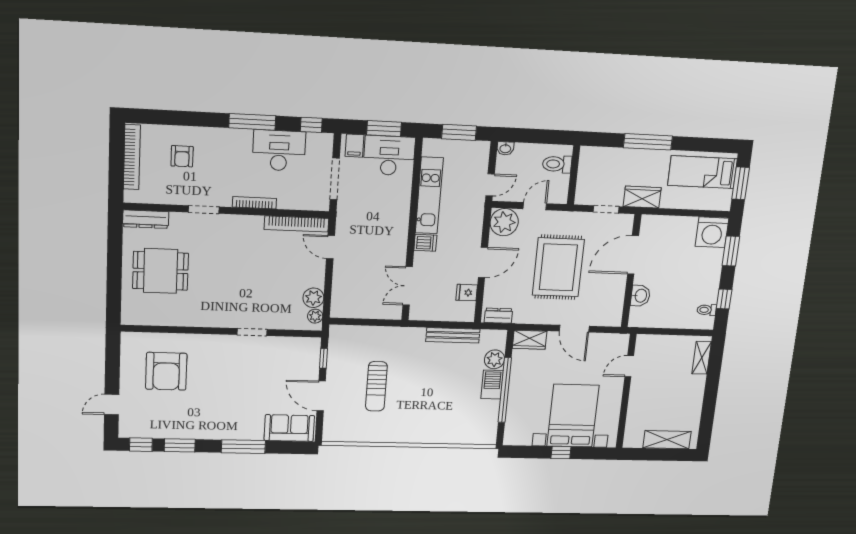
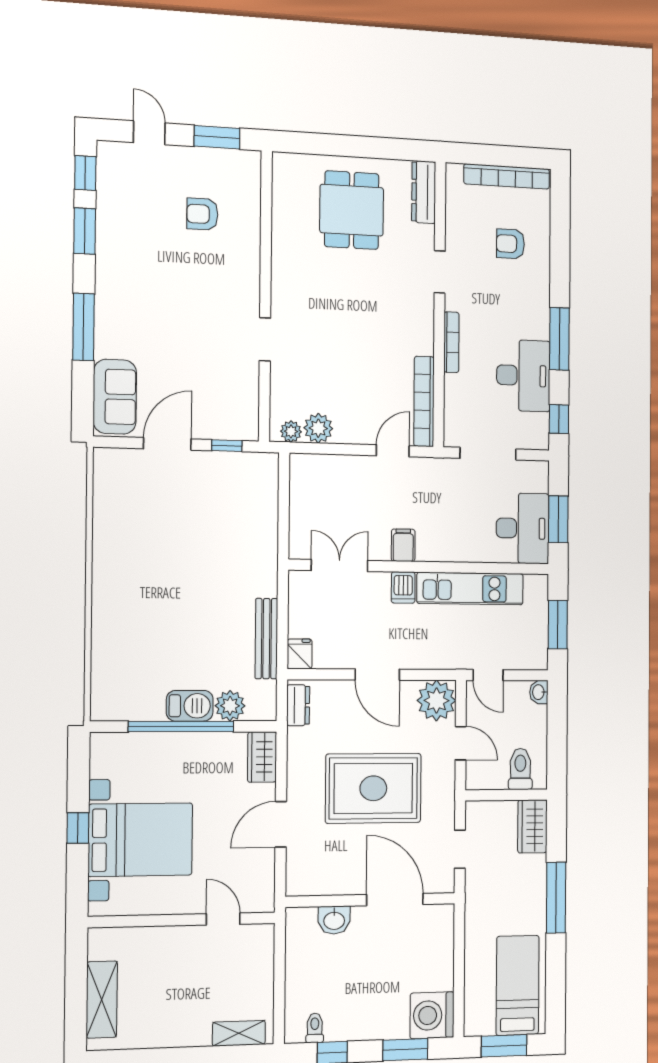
filing cabinet: (354, 146) -> (403, 545), moved, turned 90
wardrobe: (642, 197) -> (532, 826), moved, turned 180
fridge: (467, 293) -> (300, 654), moved
window: (113, 361) -> (217, 137), added
armchair: (166, 371) -> (202, 214), width x0.53, depth x0.53
sun lounger: (376, 386) -> (184, 527), removed

